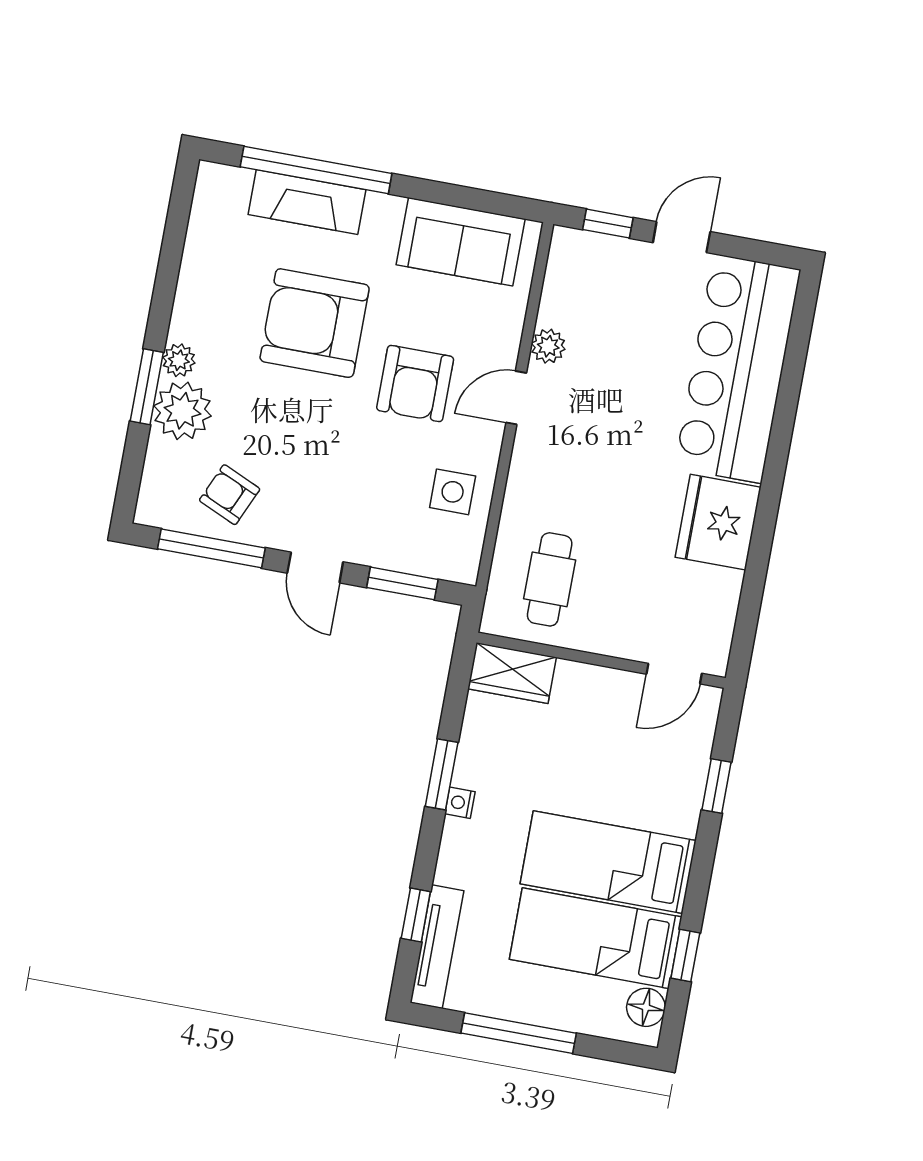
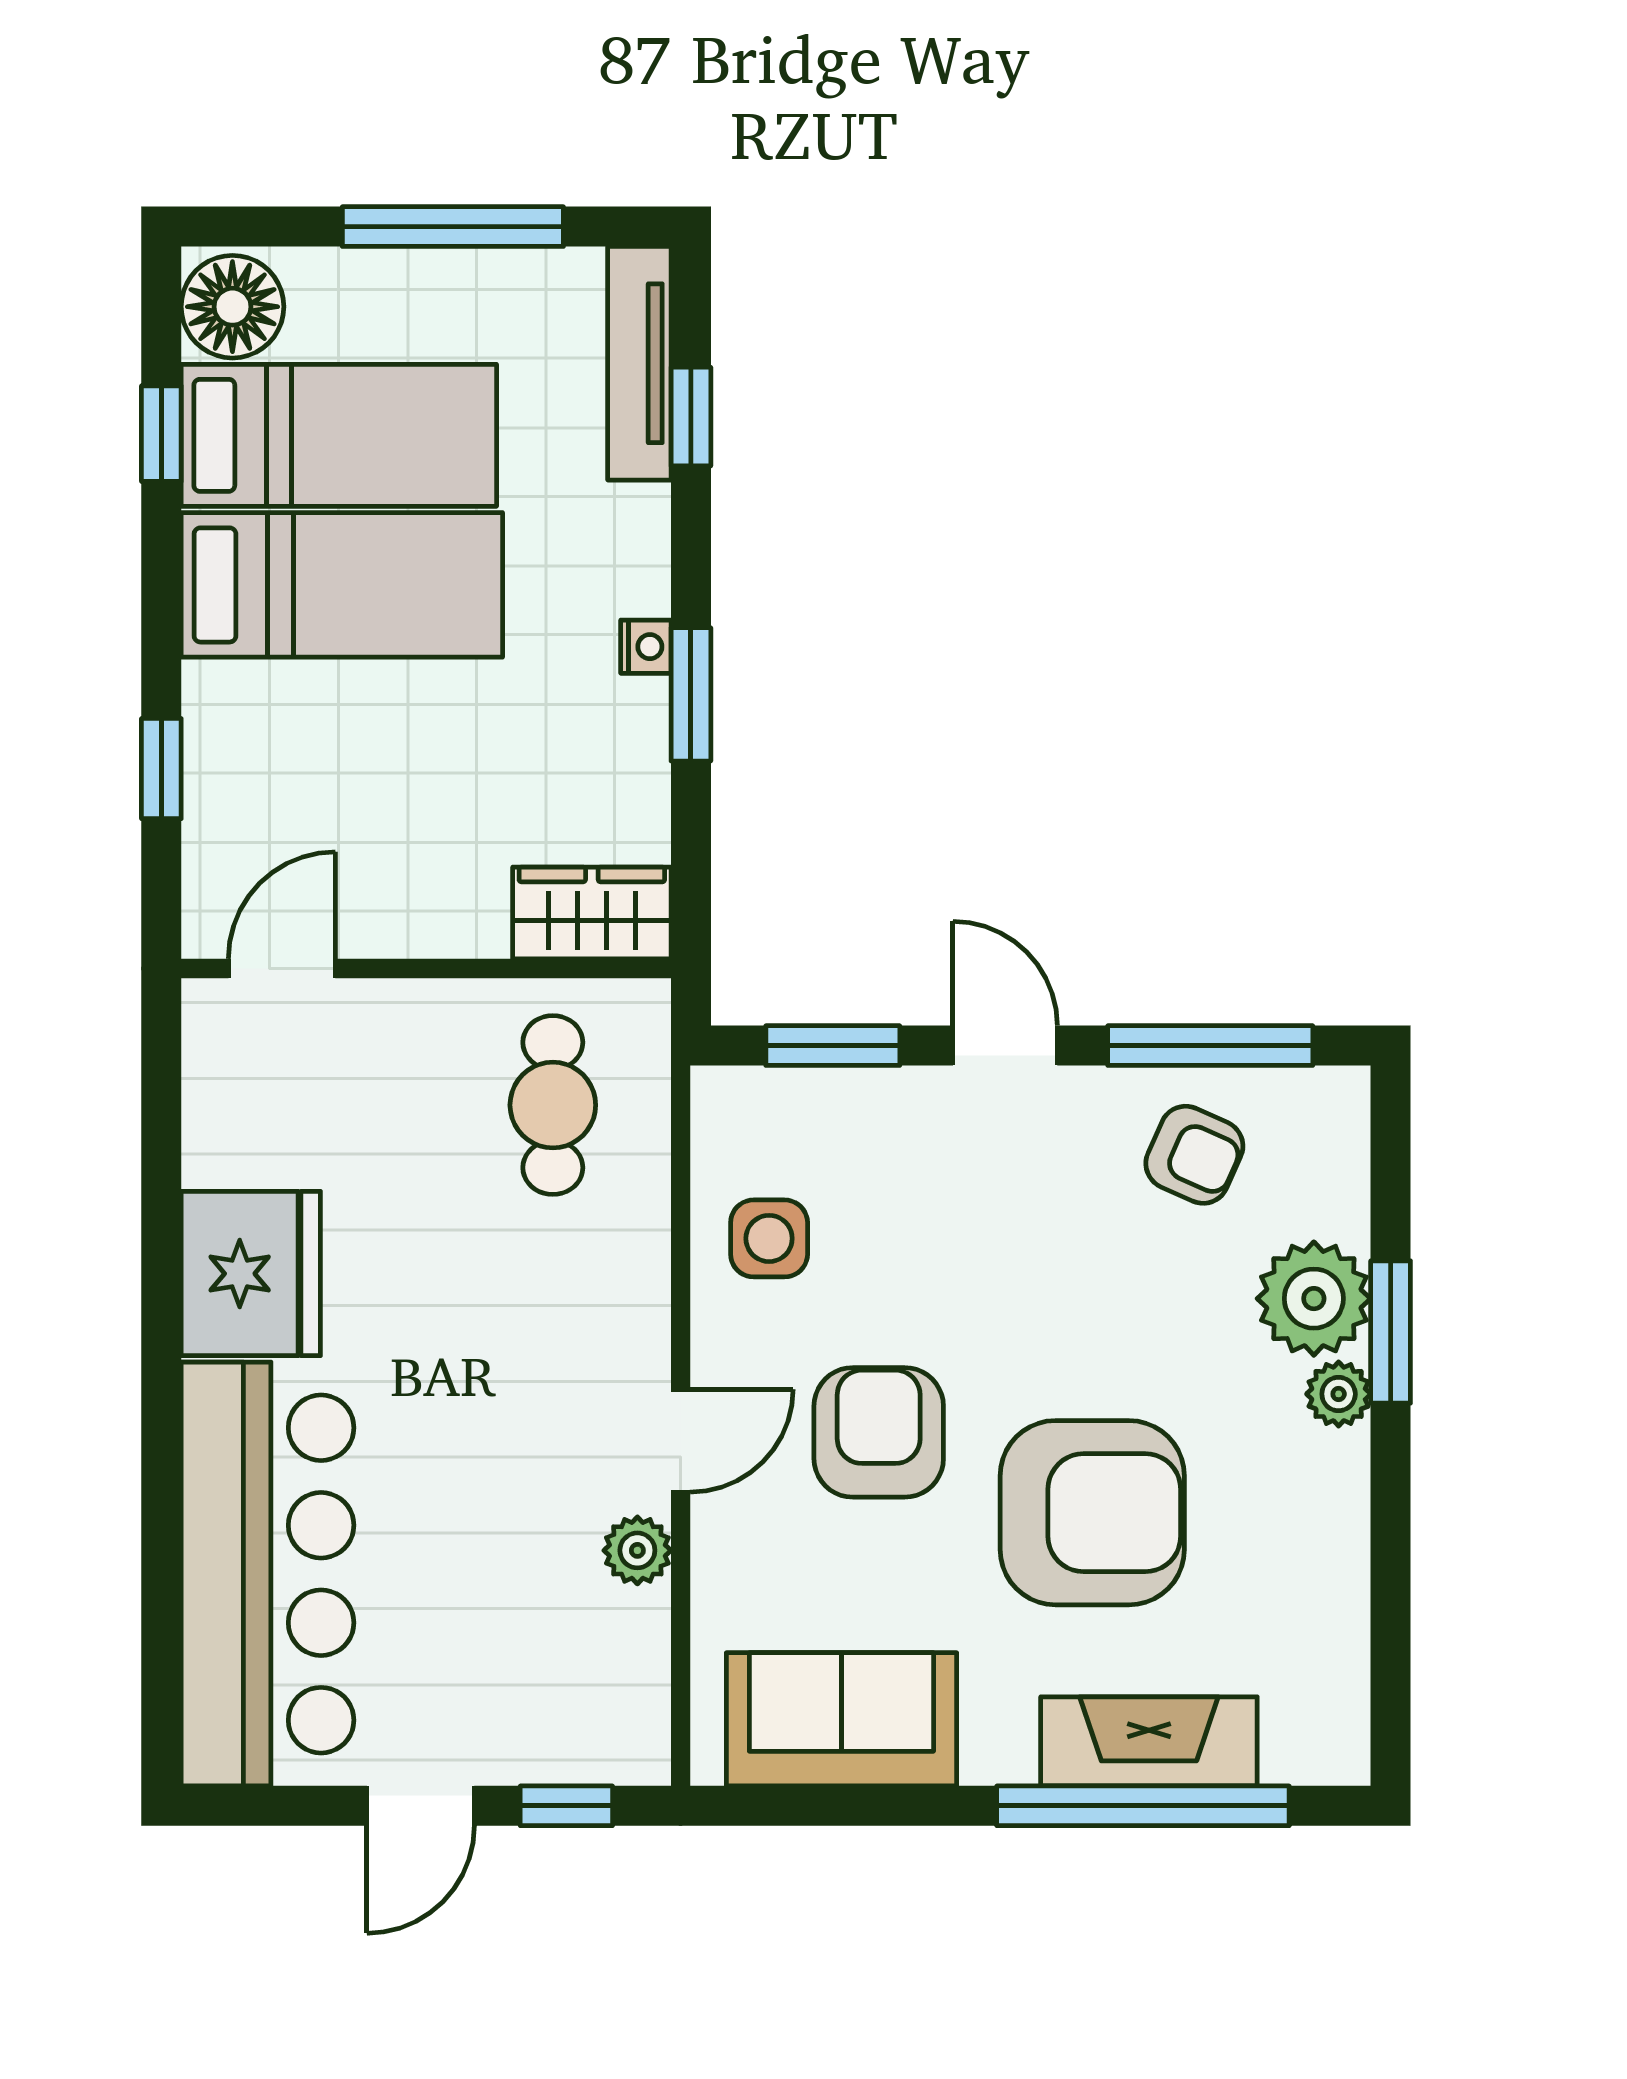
floor lamp: (646, 1007) -> (232, 307), width x1.38, depth x1.38

